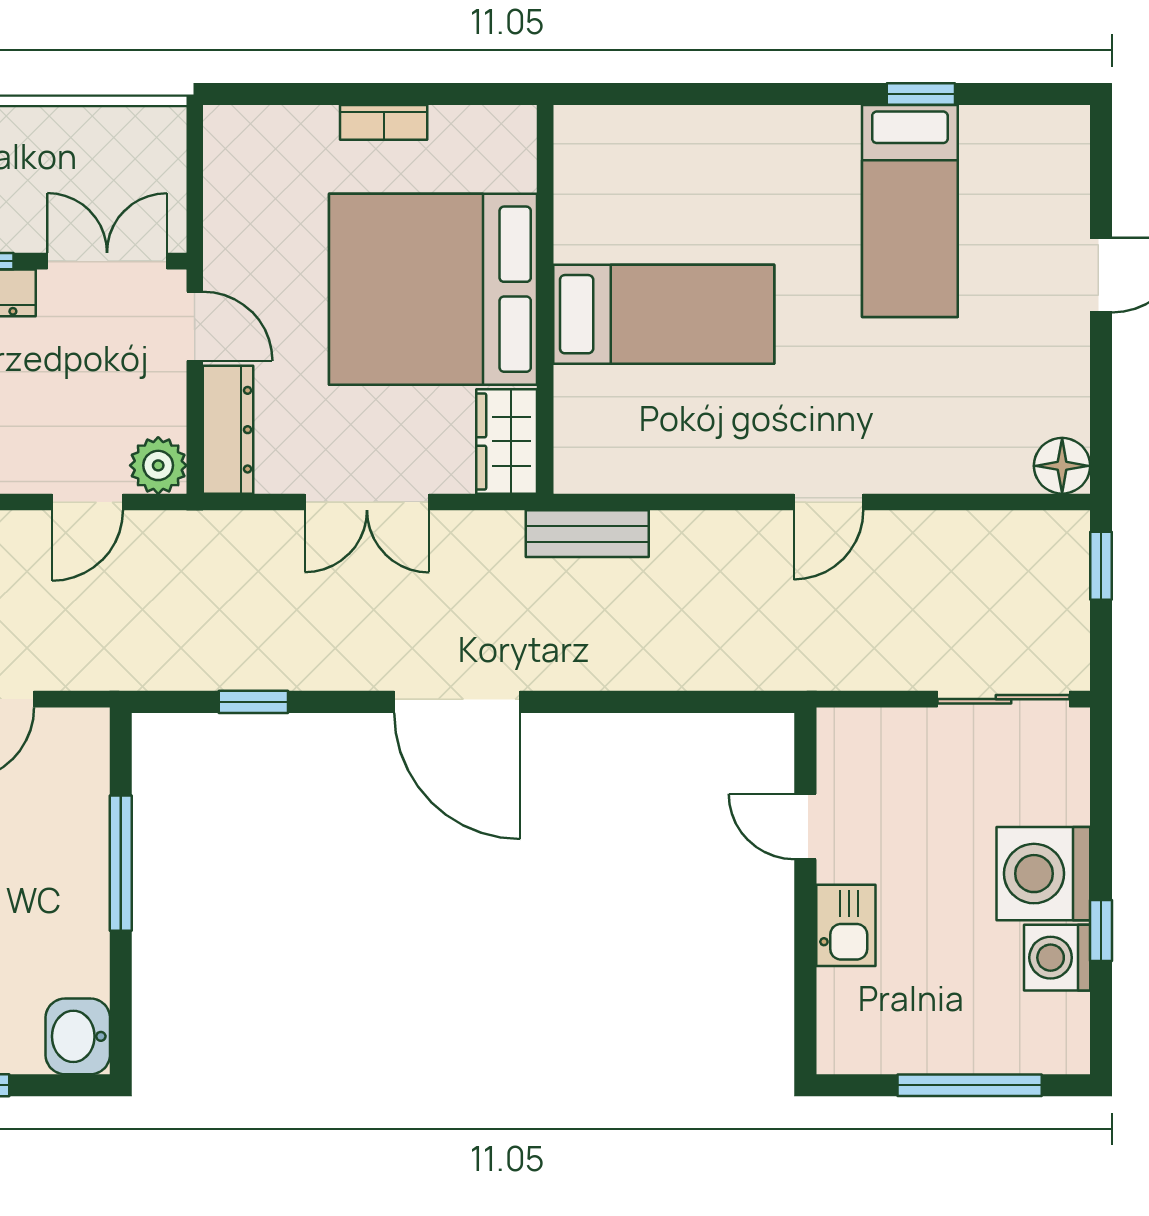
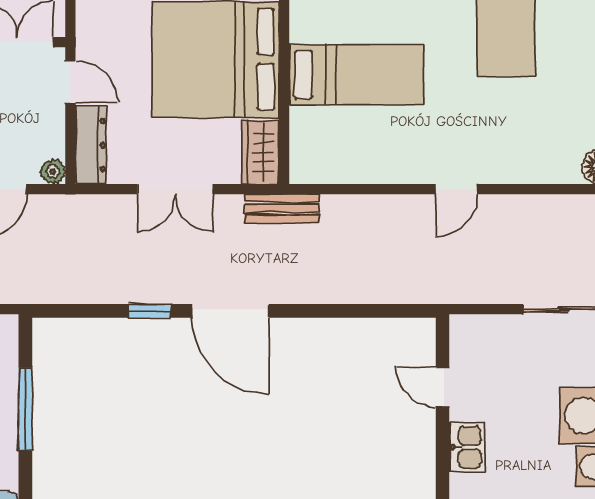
plant: (158, 465) -> (53, 172), width x0.73, depth x0.73
bench: (587, 534) -> (282, 208), moved
window: (253, 702) -> (150, 311), moved

